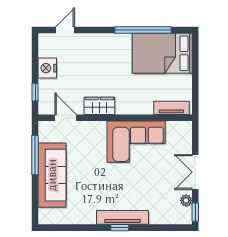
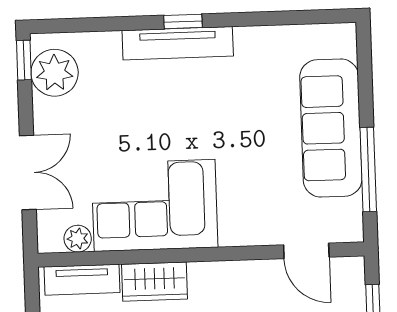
wardrobe: (99, 106) -> (154, 282), moved
plant: (173, 127) -> (78, 239), added
double door: (195, 172) -> (28, 172), moved
plant: (186, 200) -> (55, 73), width x1.87, depth x1.87

